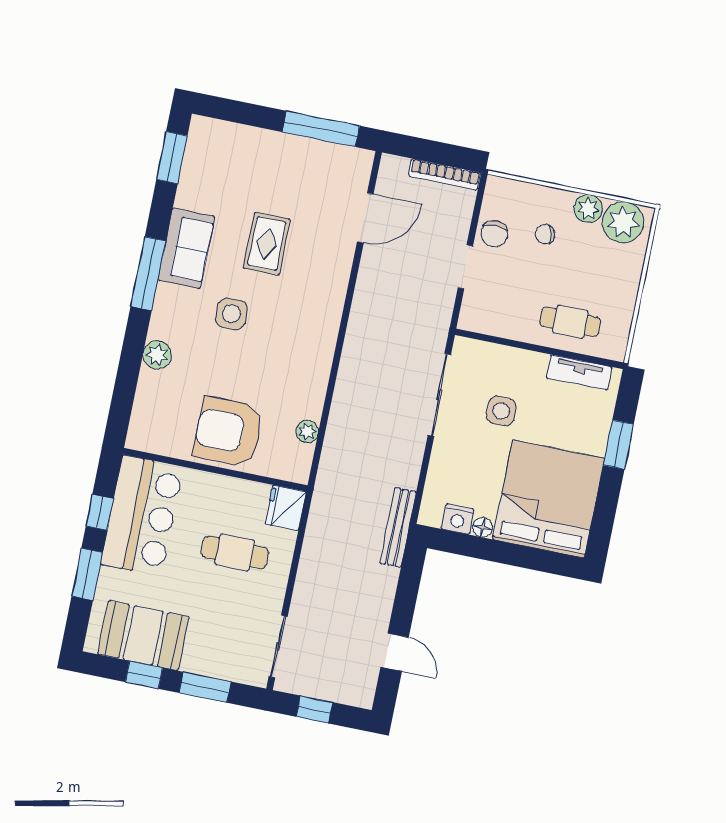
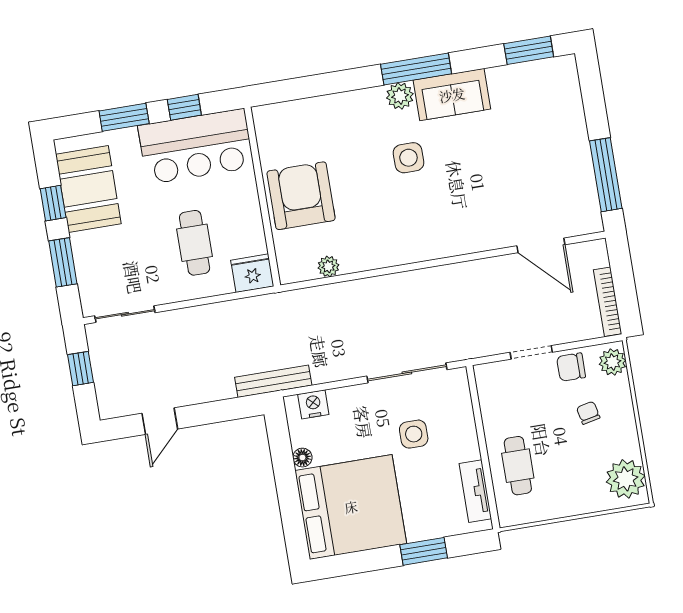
plant: (588, 209) -> (613, 362), moved
rug: (267, 244) -> (484, 165), removed
plant: (157, 355) -> (400, 96), moved
nightstand: (458, 519) -> (313, 404), moved, turned 90

